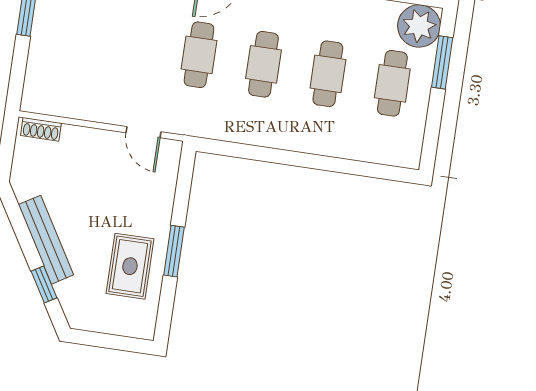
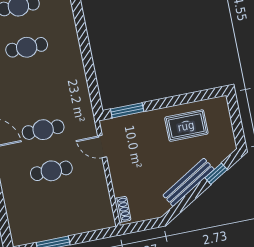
cafe table: (263, 64) -> (51, 171), moved
door: (143, 132) -> (102, 147), swing flipped
window: (174, 251) -> (127, 110), moved

